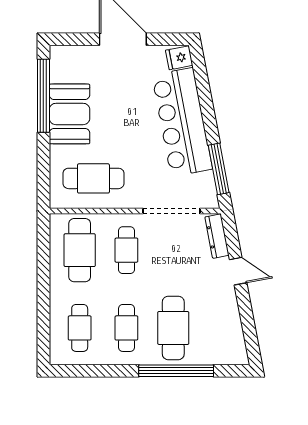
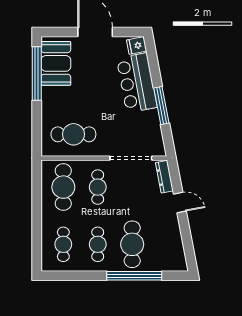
booth: (69, 114) -> (56, 63), moved
bar counter: (182, 122) -> (137, 83), width x0.73
window: (219, 169) -> (161, 105), moved

